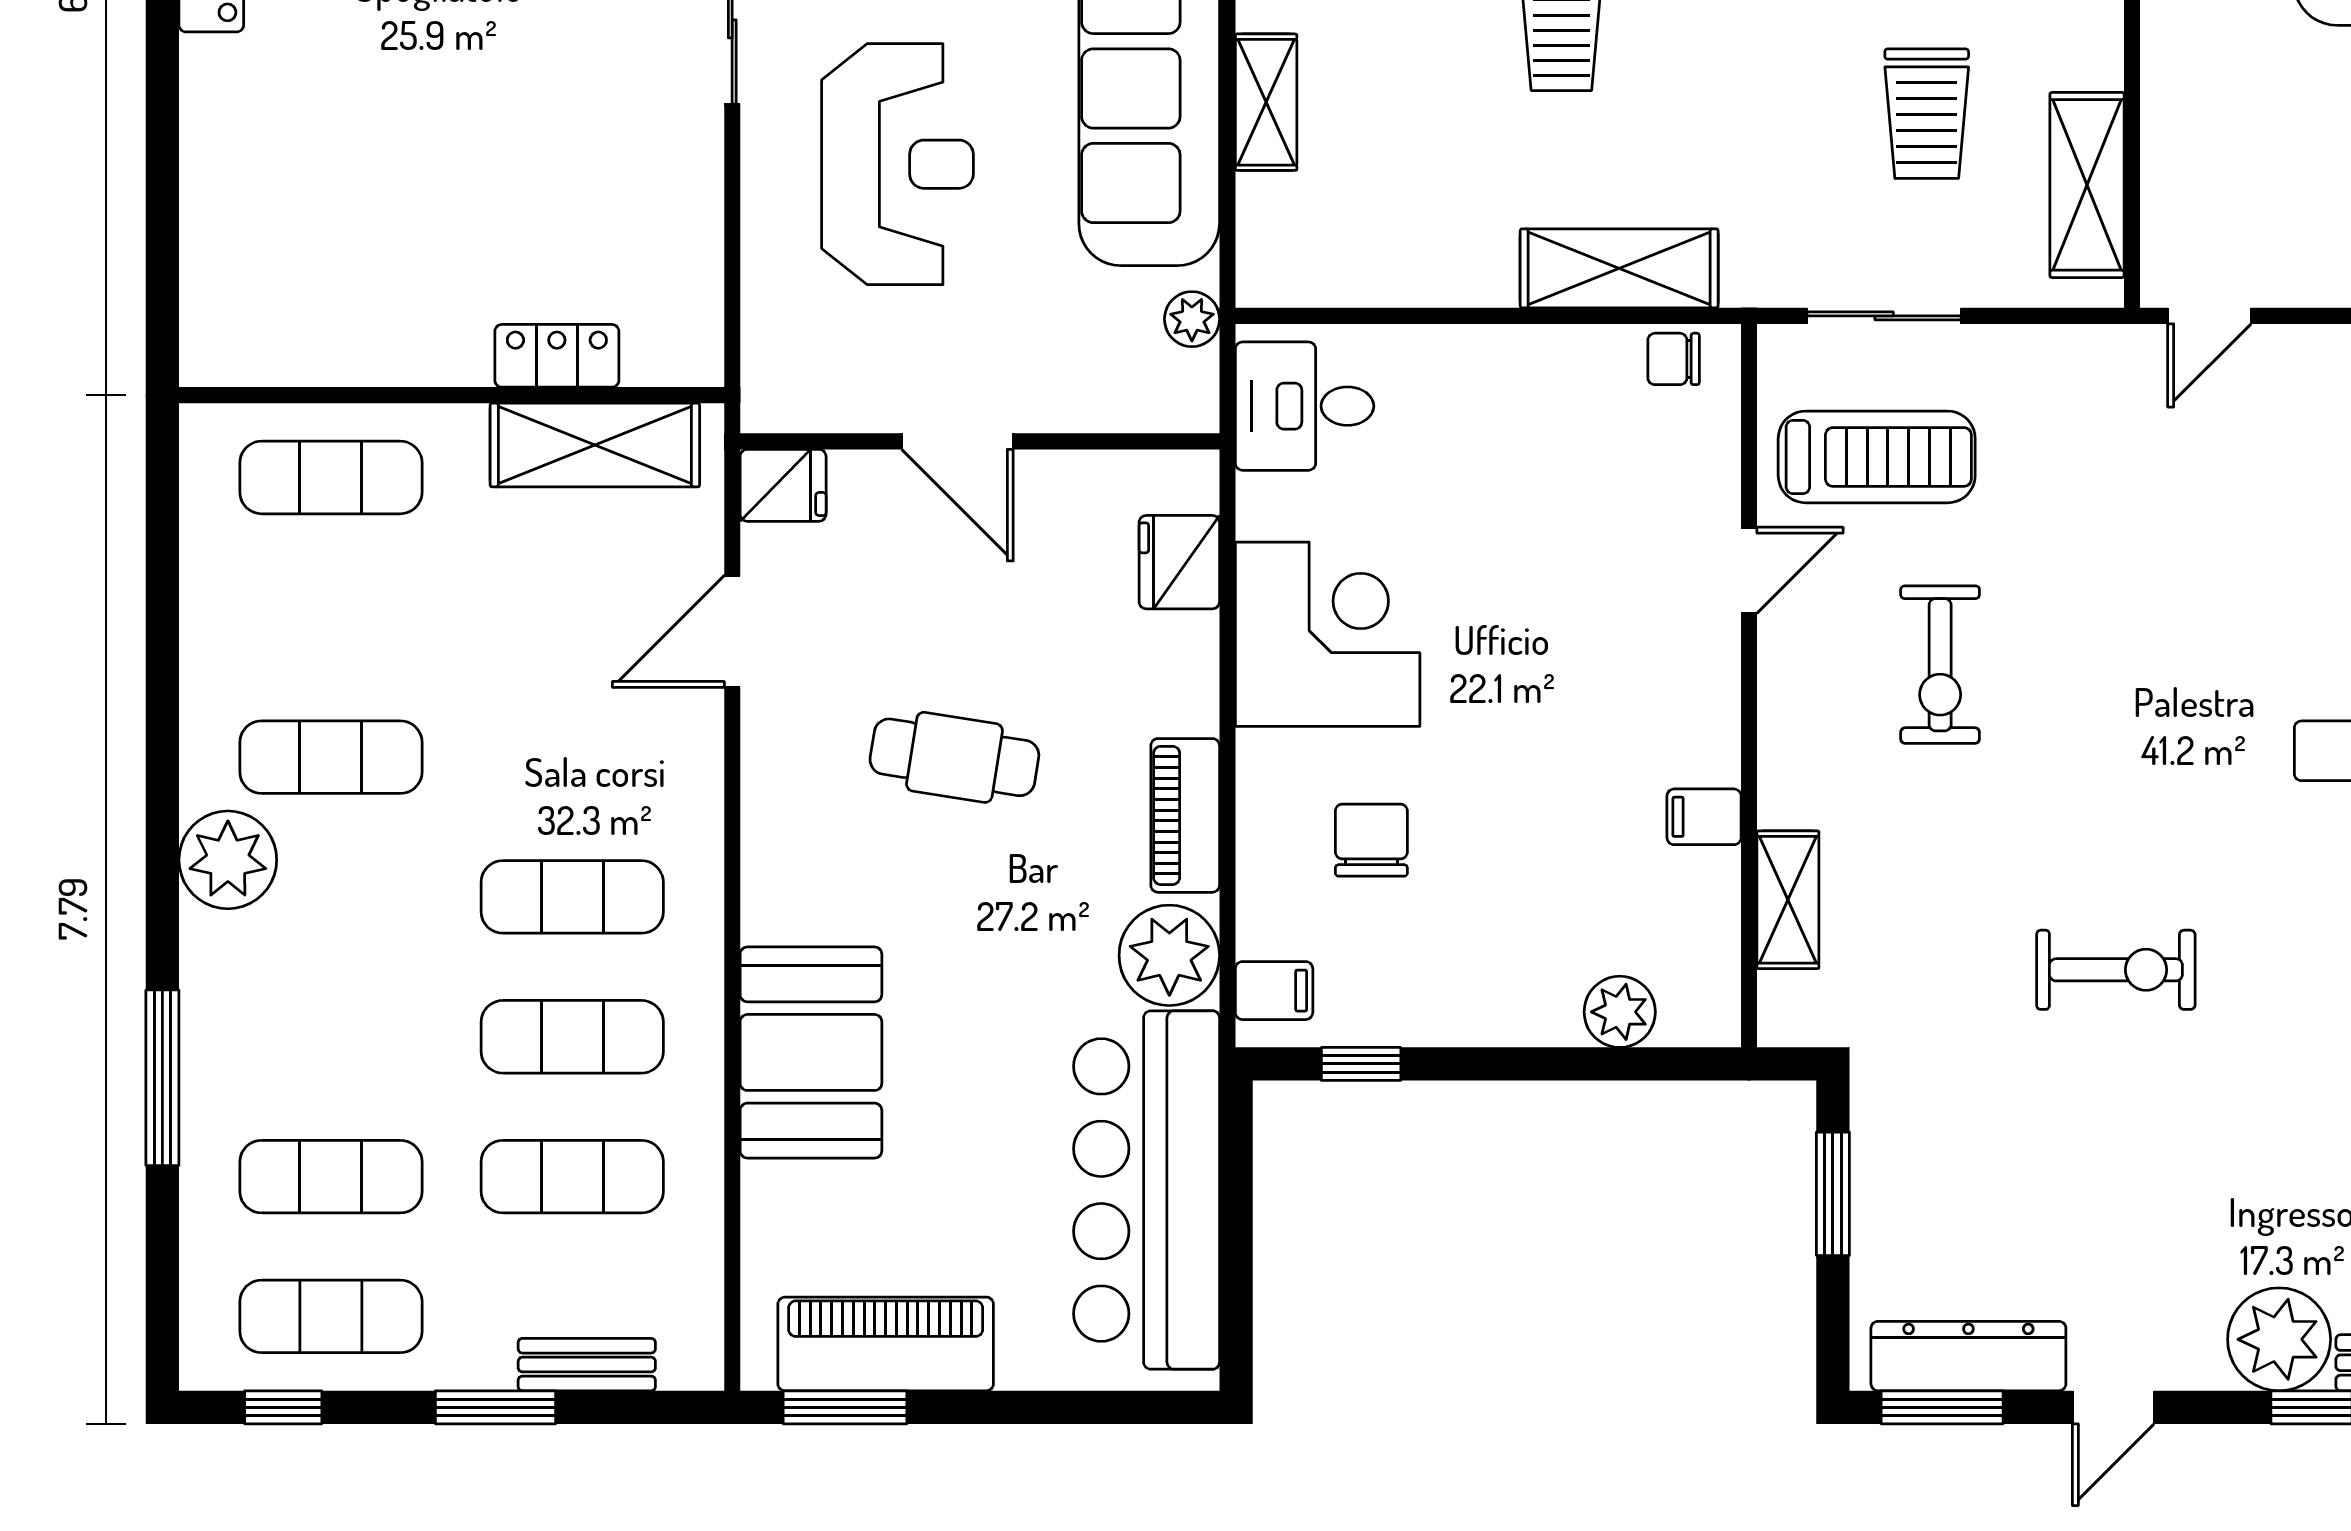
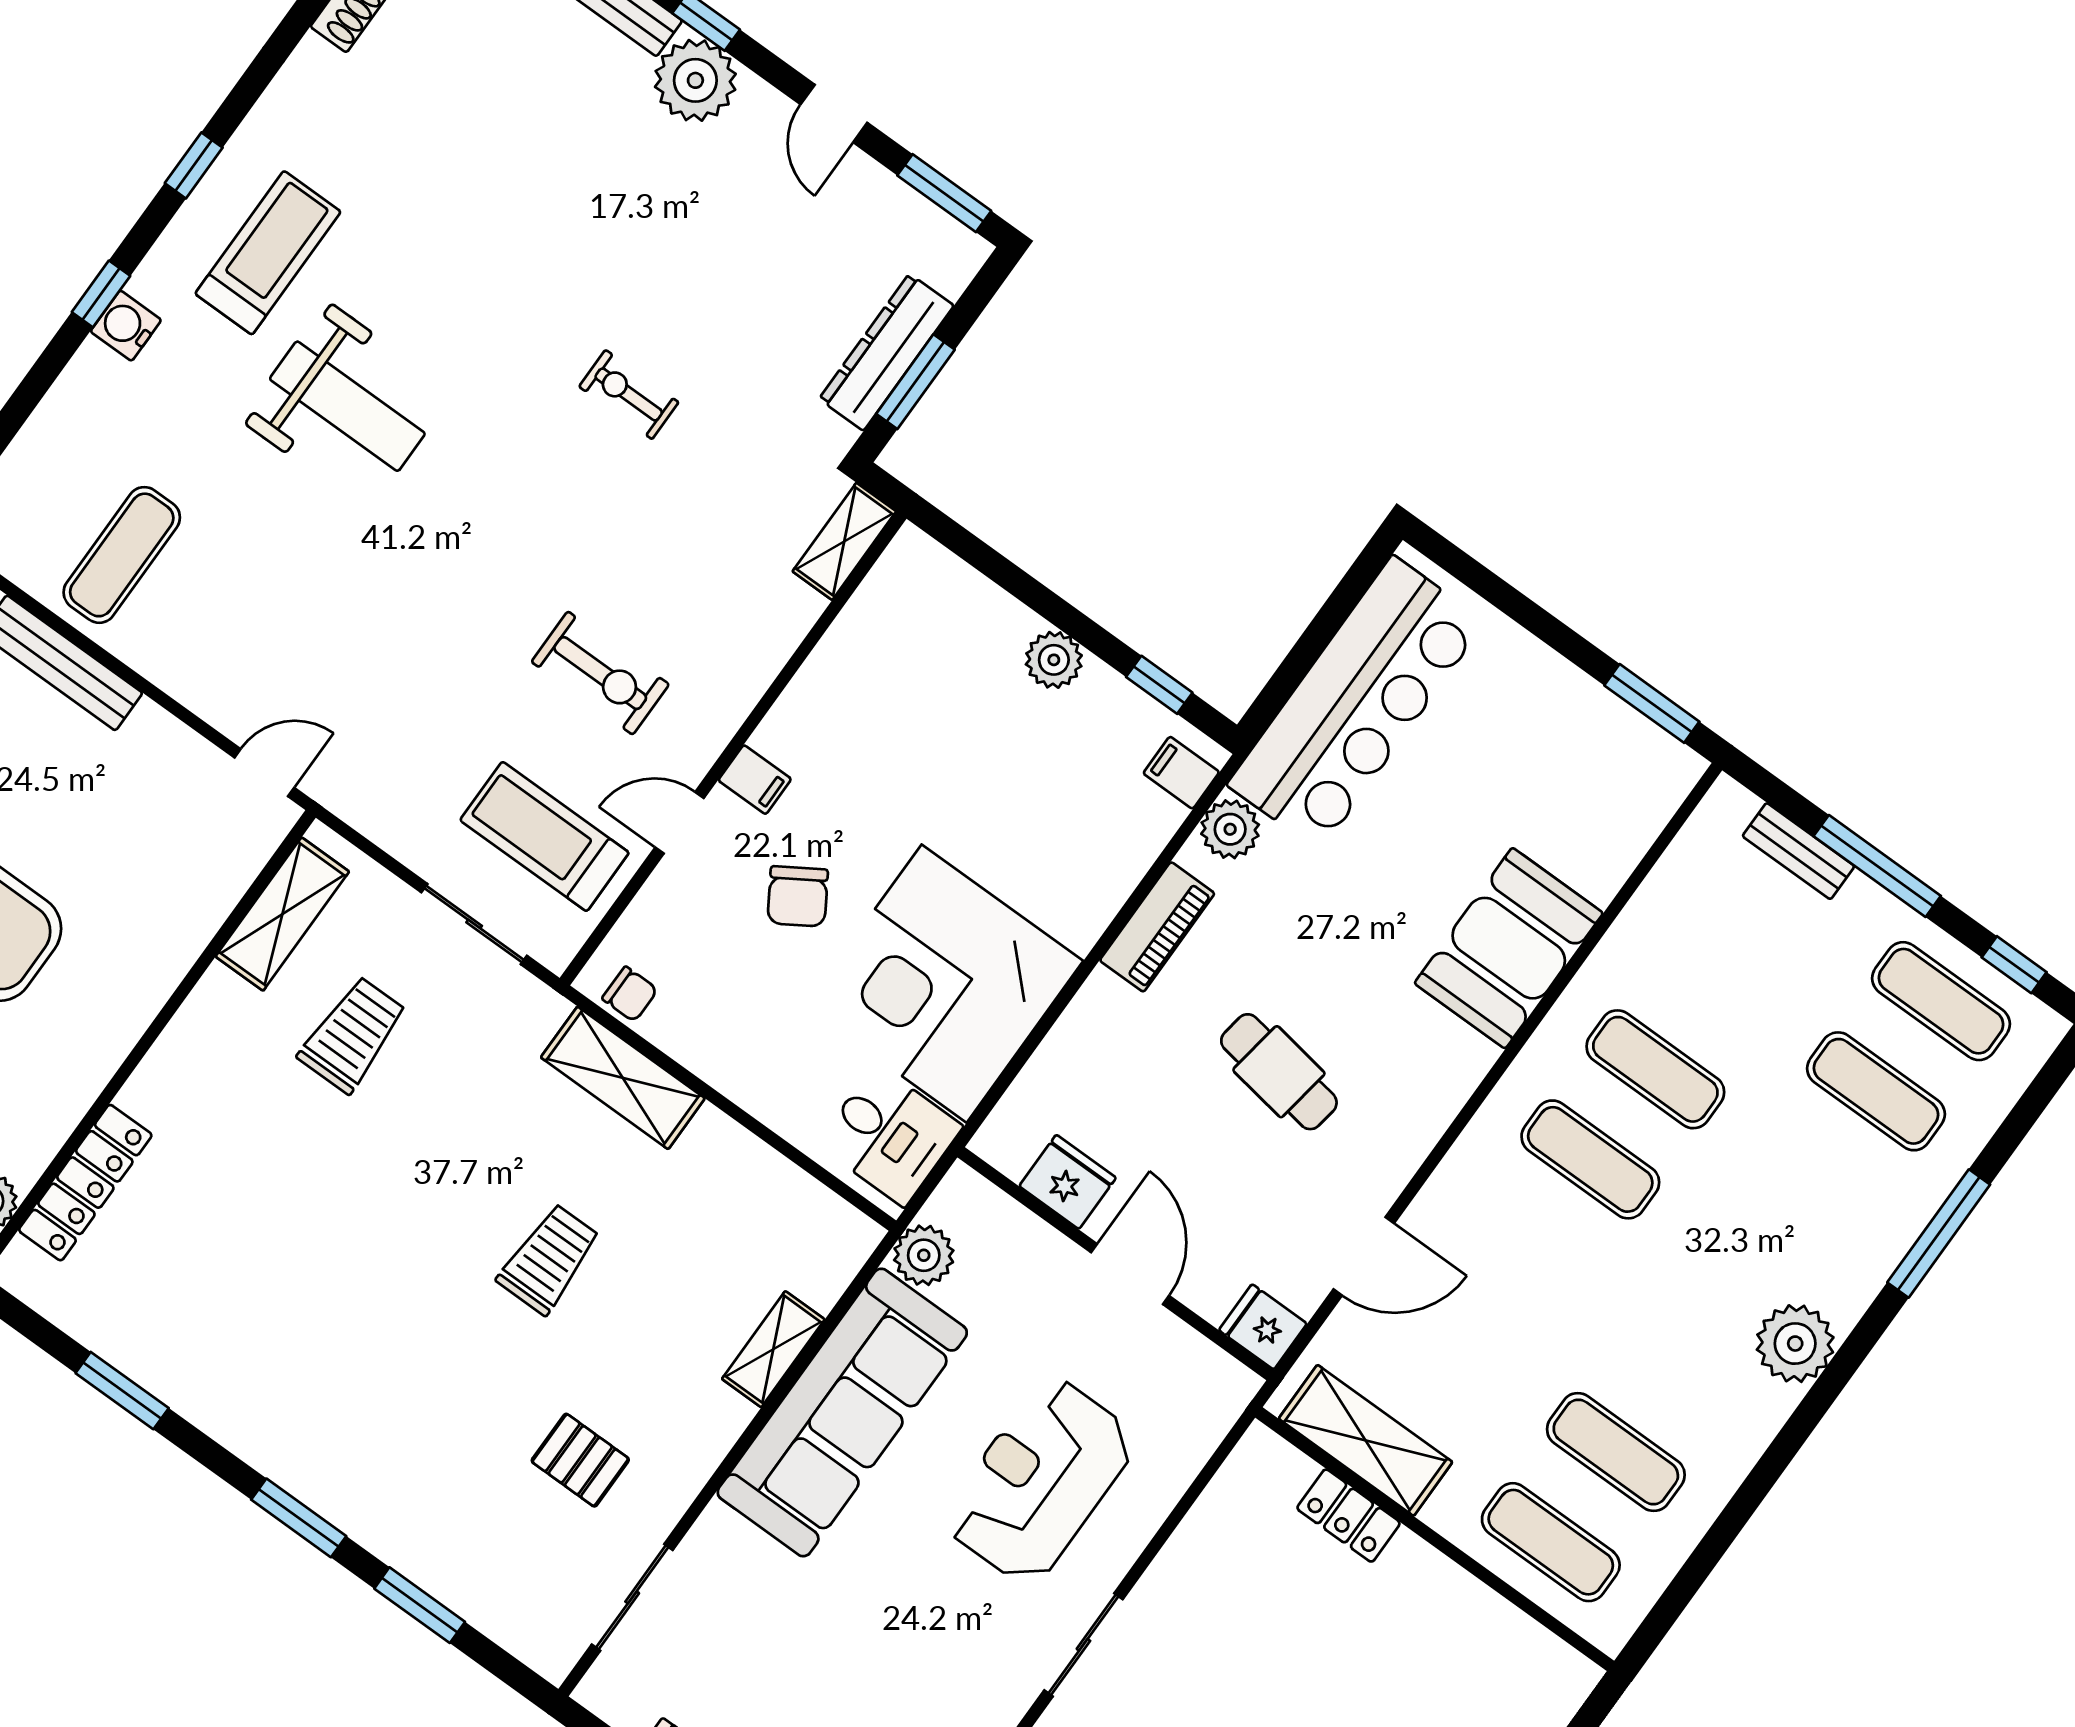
plant: (1192, 319) -> (924, 1255), width x1.38, depth x1.38
fridge: (1179, 562) -> (1068, 1182), moved, turned -90
corner desk: (1328, 634) -> (944, 984), width x1.36, depth x1.36
exercise bike: (1940, 665) -> (600, 673), turned 90
exercise mat: (331, 757) -> (1616, 1452), moved
filing cabinet: (1704, 817) -> (755, 780), moved
chair: (1371, 840) -> (798, 896), moved, turned -32
shelving: (1788, 900) -> (844, 541), moved
plant: (1169, 955) -> (1230, 829), width x0.73, depth x0.73
exercise bike: (2116, 970) -> (629, 394), width x0.73, depth x0.72
plant: (1620, 1012) -> (1054, 660), moved
exercise mat: (572, 1177) -> (1720, 979), removed
piano: (886, 1344) -> (1596, 725), removed
dresser: (1968, 1356) -> (886, 352), moved, turned 90
window: (495, 1407) -> (1877, 866), width x1.44
door: (2113, 1407) -> (834, 114), swing flipped

